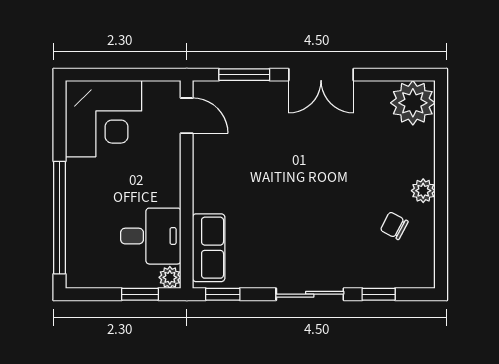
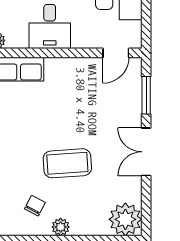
coffee table: (337, 182) -> (67, 163), added
desk: (151, 236) -> (50, 27), moved

